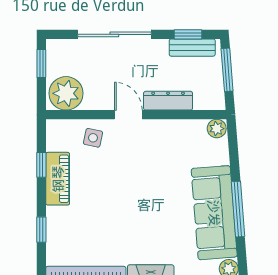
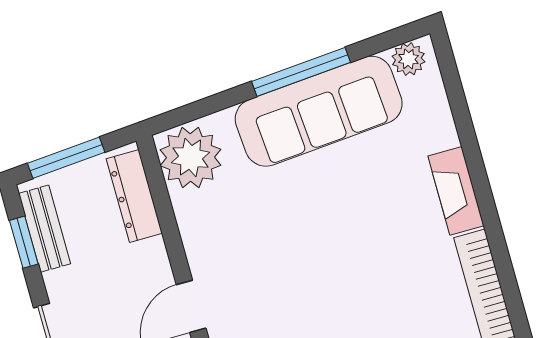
dresser: (168, 101) -> (134, 196), moved
plant: (217, 129) -> (190, 157), width x1.88, depth x1.88

